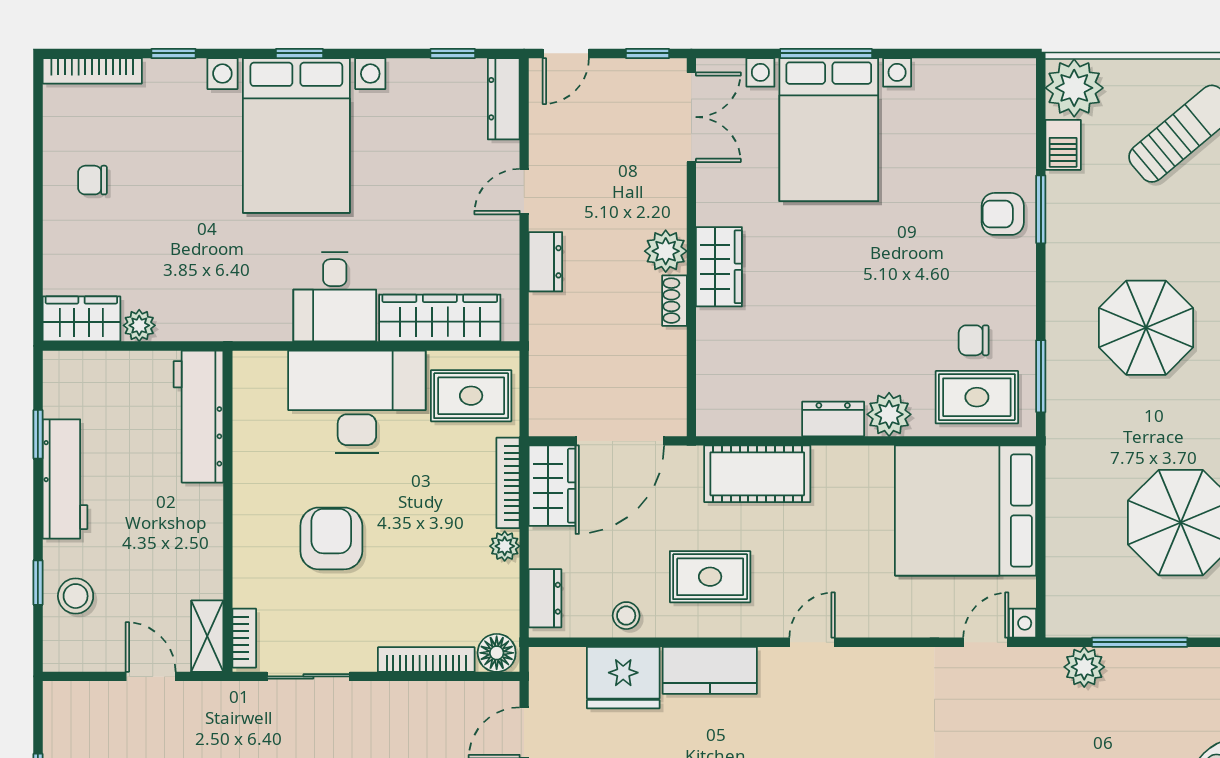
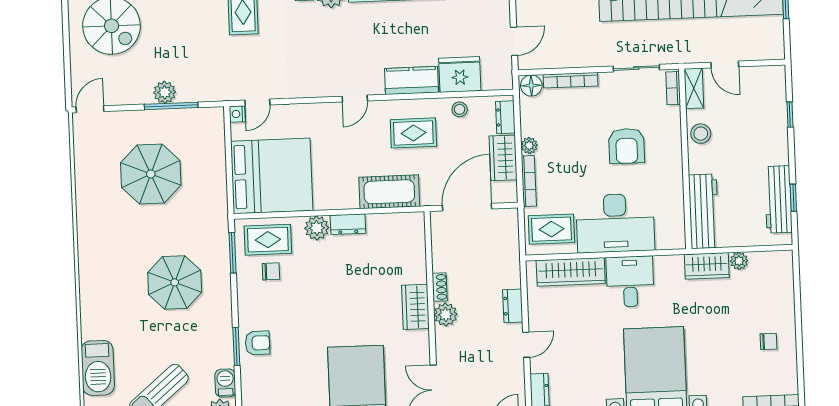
wardrobe: (81, 319) -> (707, 266), moved
workbench: (65, 479) -> (778, 199), moved
wardrobe: (552, 486) -> (503, 158), moved
stool: (76, 596) -> (701, 134), moved
plant: (1084, 667) -> (165, 92), moved

